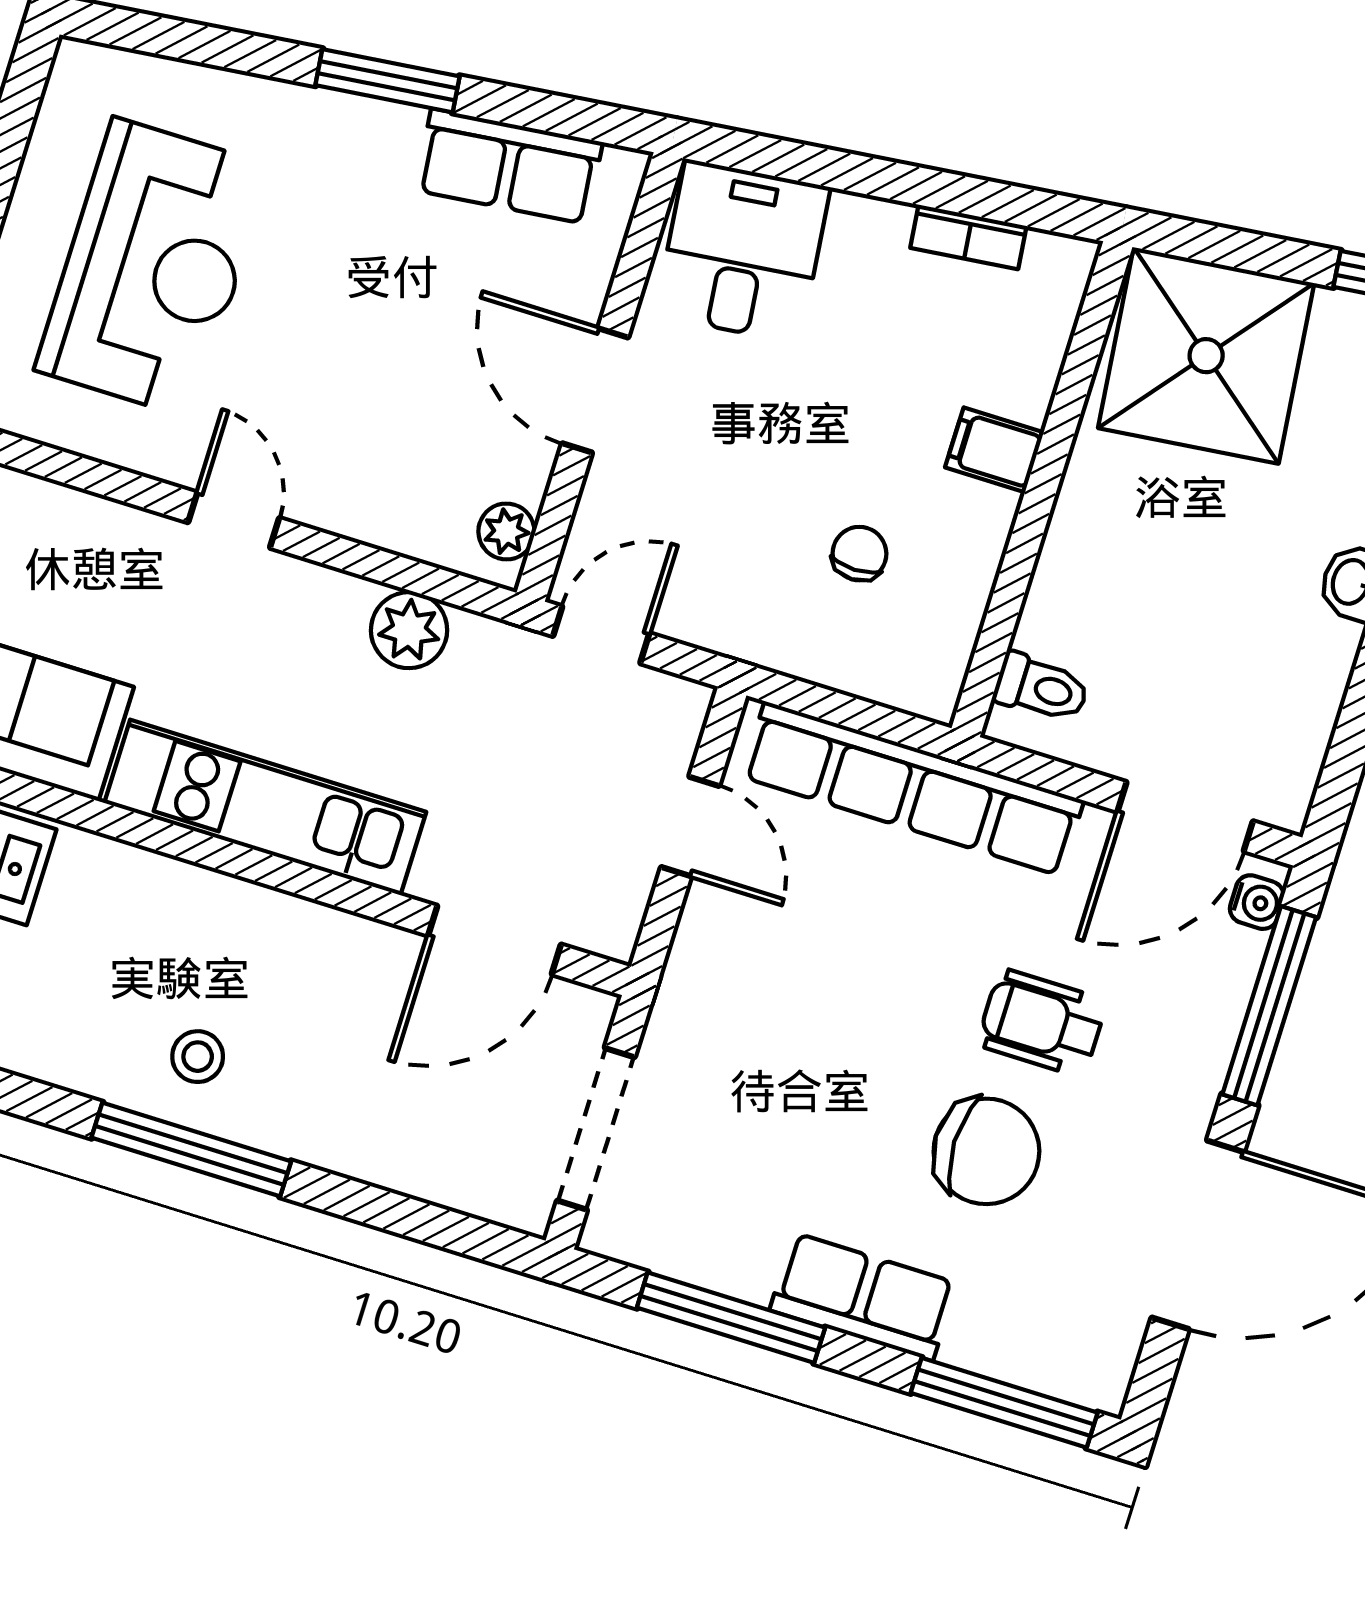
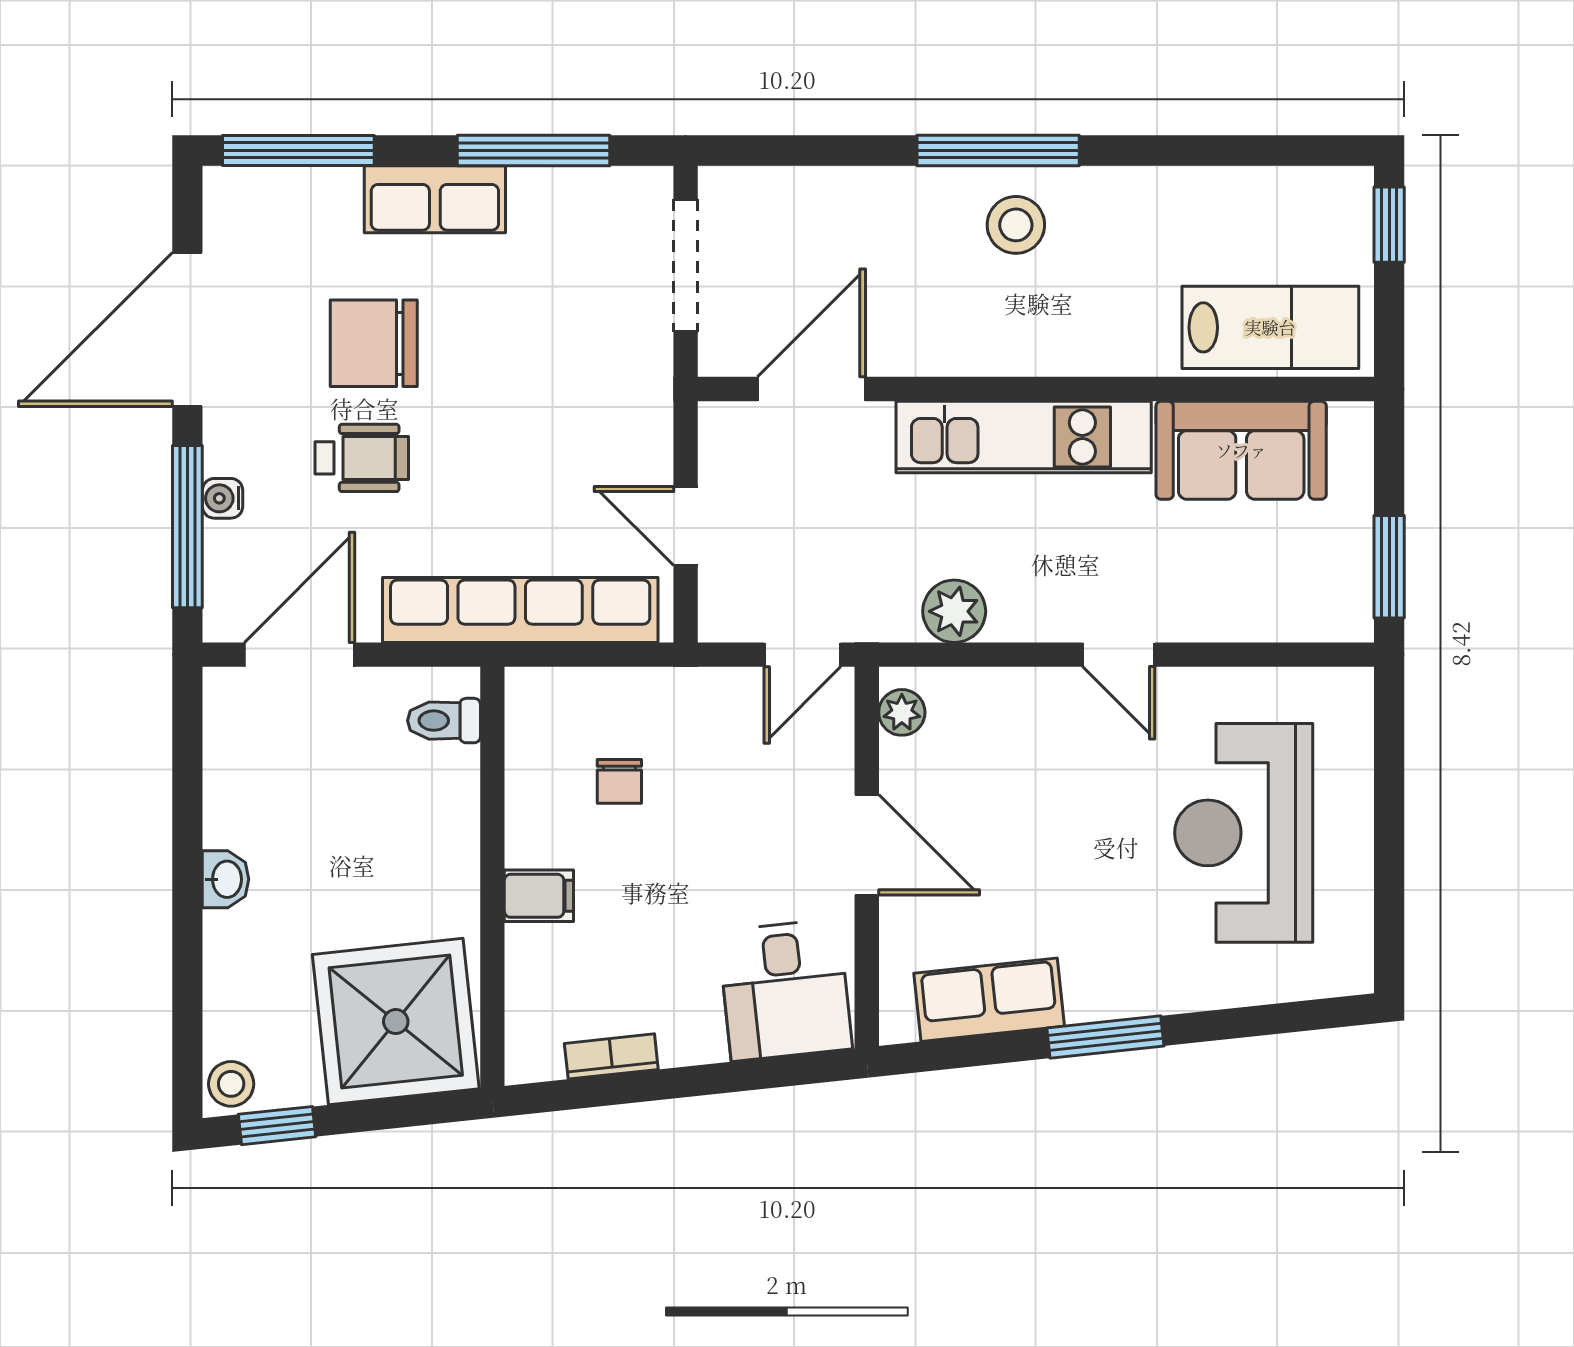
water cooler: (1257, 902) -> (223, 498), moved
stool: (198, 1057) -> (1016, 225), width x1.37, depth x1.37

